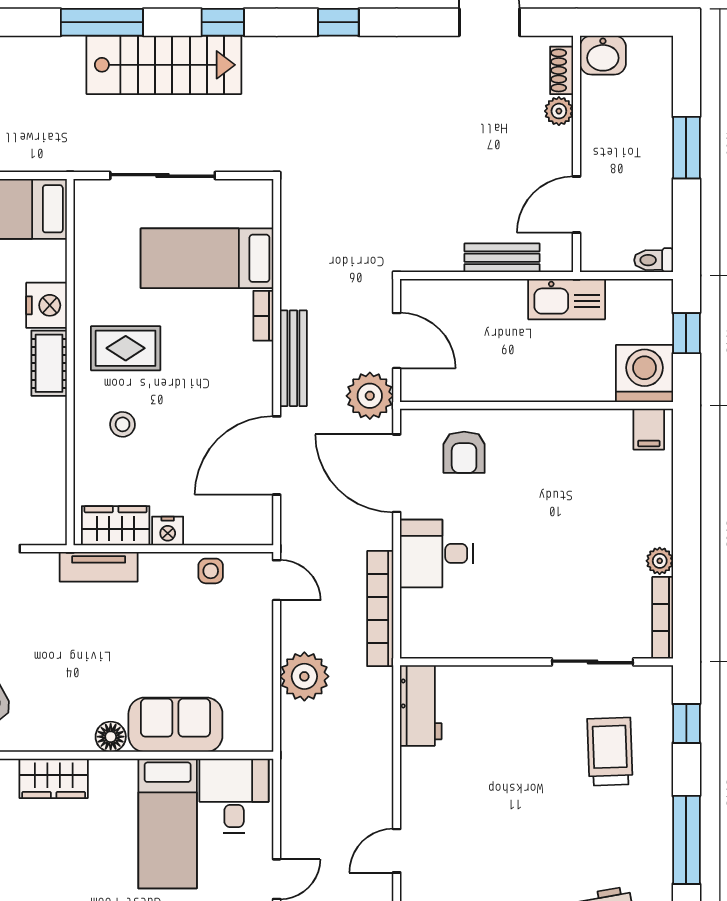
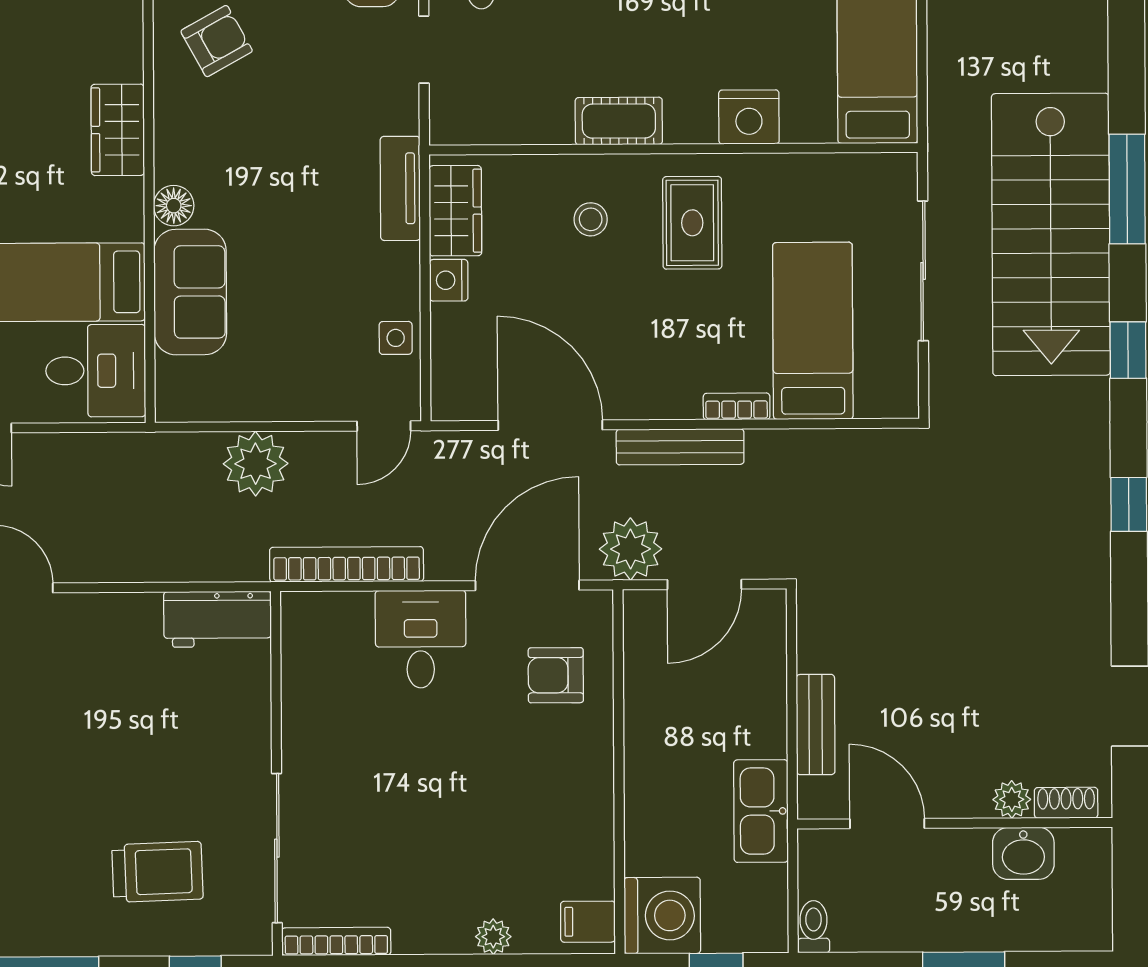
washbasin: (603, 55) -> (1023, 853), moved, turned -90
stairs: (164, 65) -> (1051, 234), width x1.36, depth x1.51
cot: (49, 363) -> (619, 121), moved
plant: (660, 561) -> (493, 937), moved
sliding door: (593, 662) -> (277, 848), width x1.37

